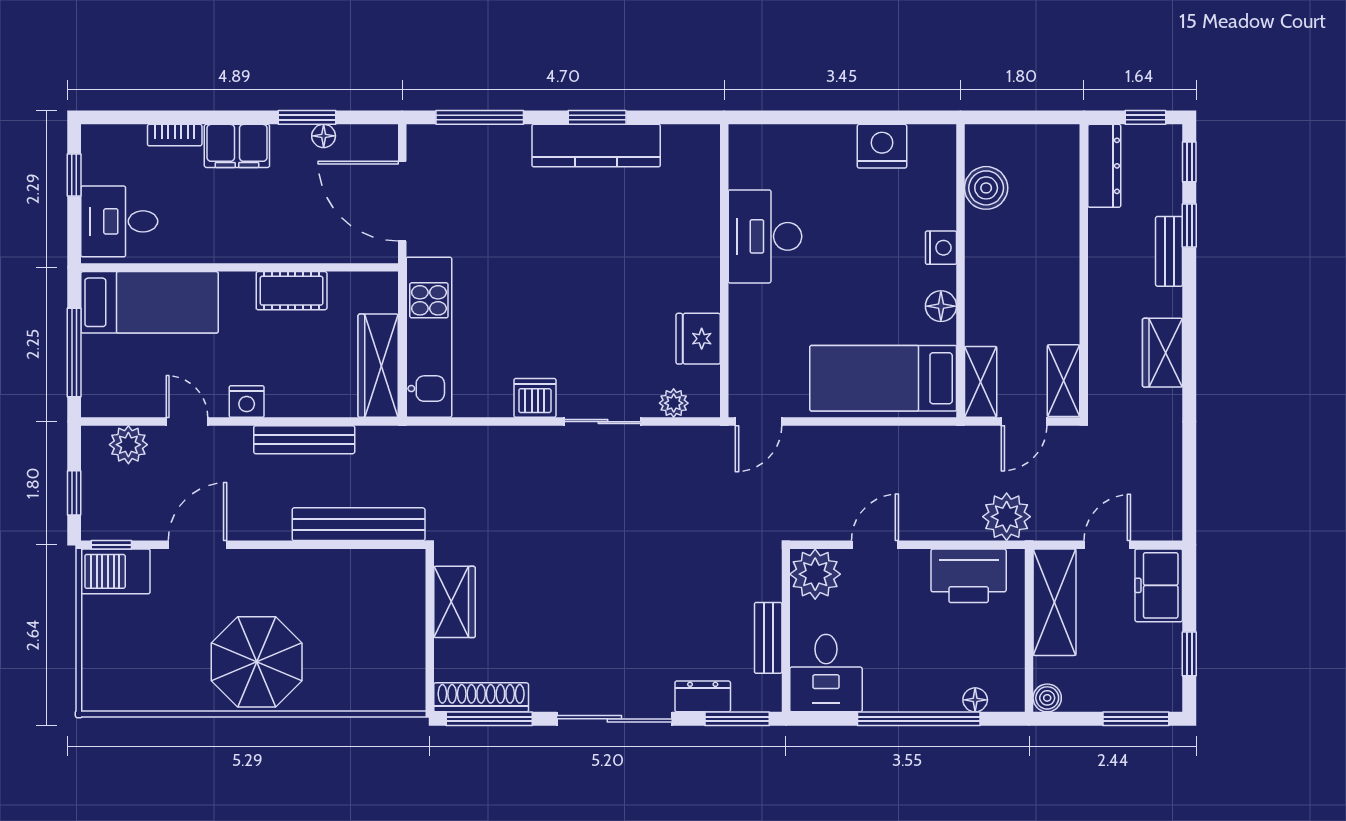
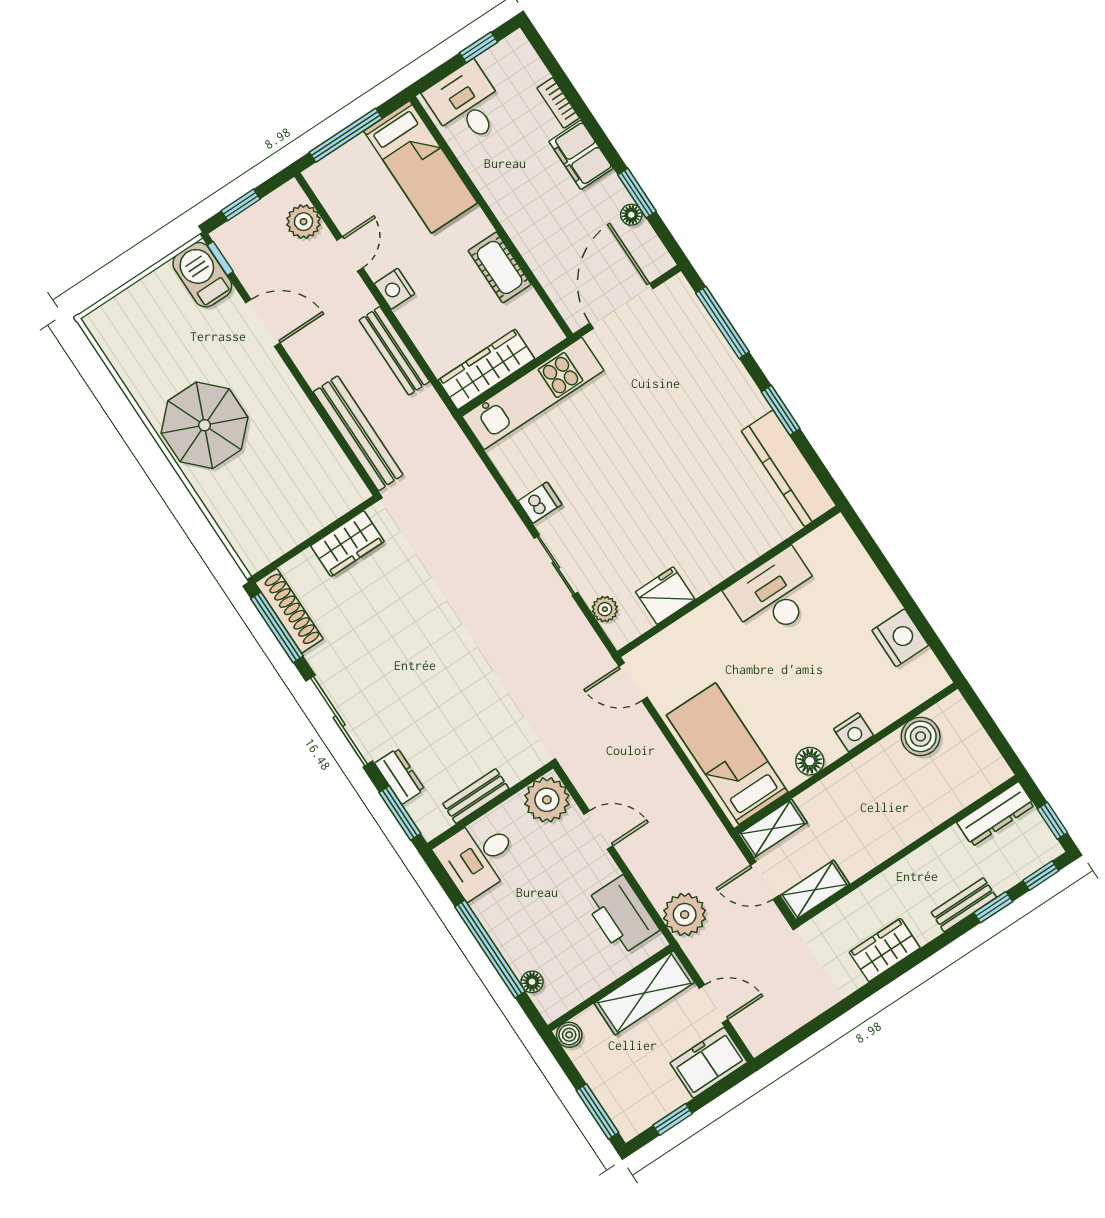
kitchen counter: (596, 146) -> (789, 468), moved
dishwasher: (535, 398) -> (540, 503), width x0.73

